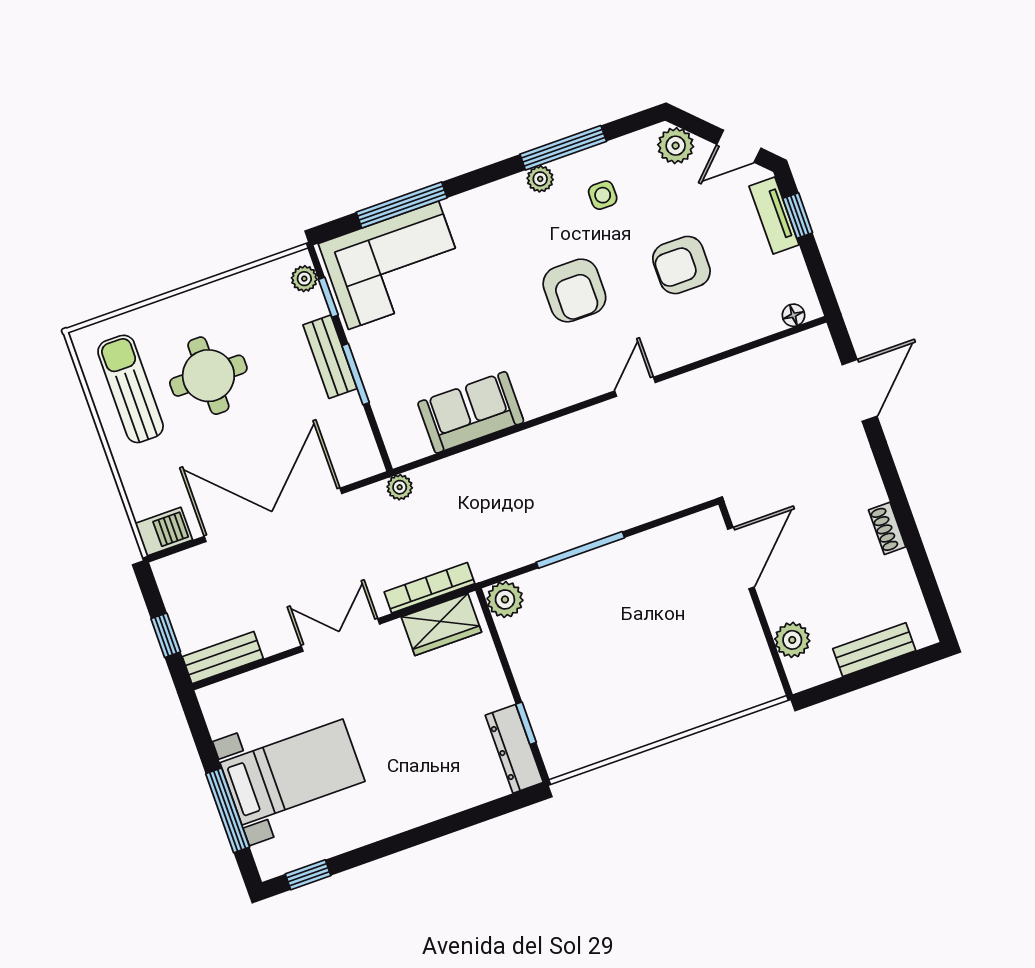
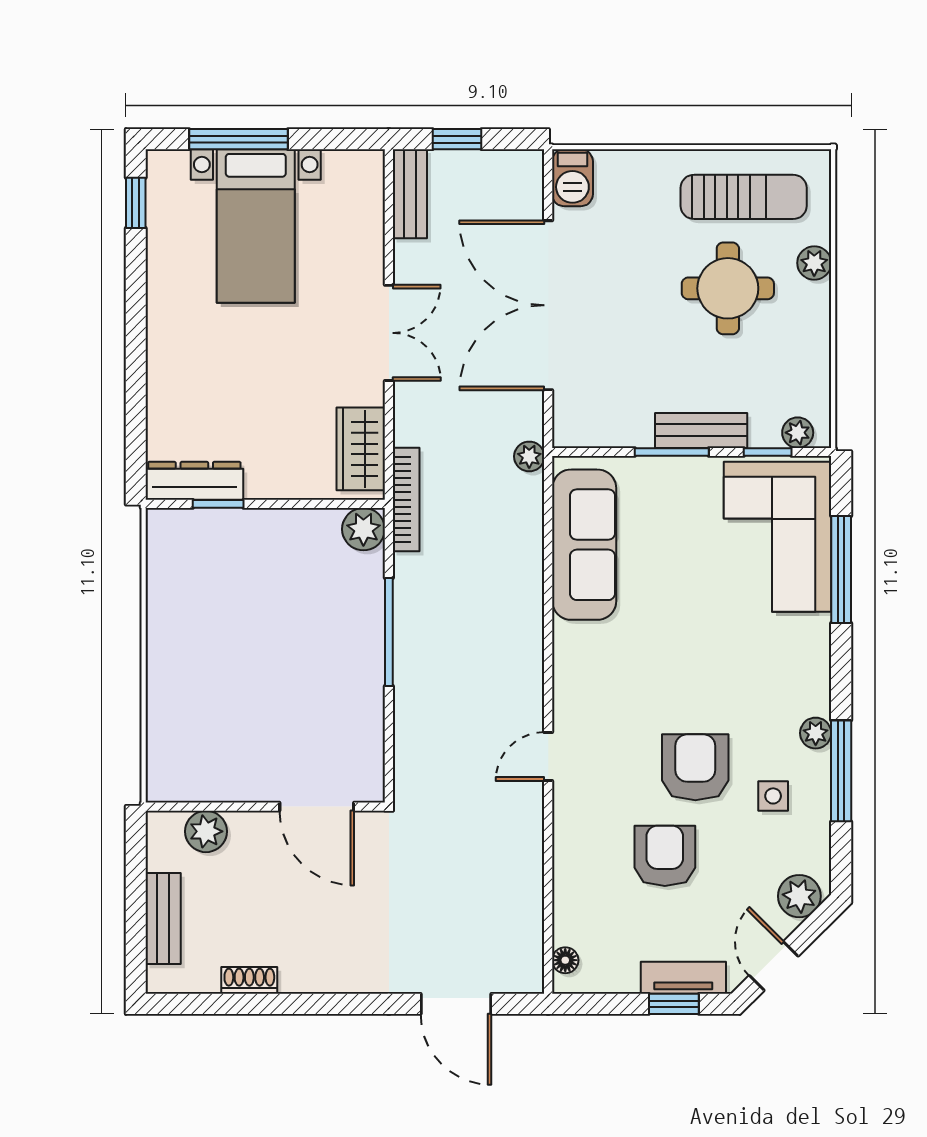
armchair: (574, 290) -> (695, 767), moved, turned 90
plant: (163, 314) -> (814, 263), added
door: (635, 387) -> (548, 757), swing flipped
sofa: (471, 412) -> (584, 545), width x1.36
double door: (273, 515) -> (548, 305), swing flipped
shoe rack: (887, 528) -> (249, 980), moved
bookcase: (429, 588) -> (406, 500), moved

